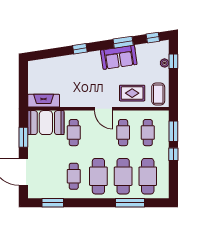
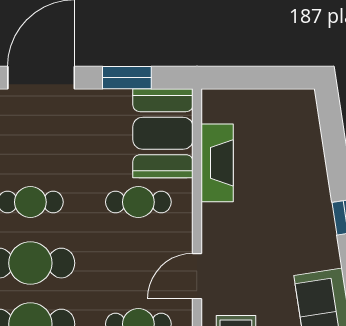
fireplace: (44, 101) -> (217, 163), moved

